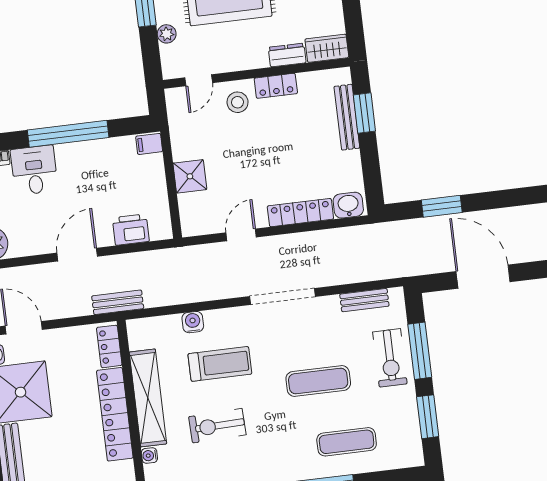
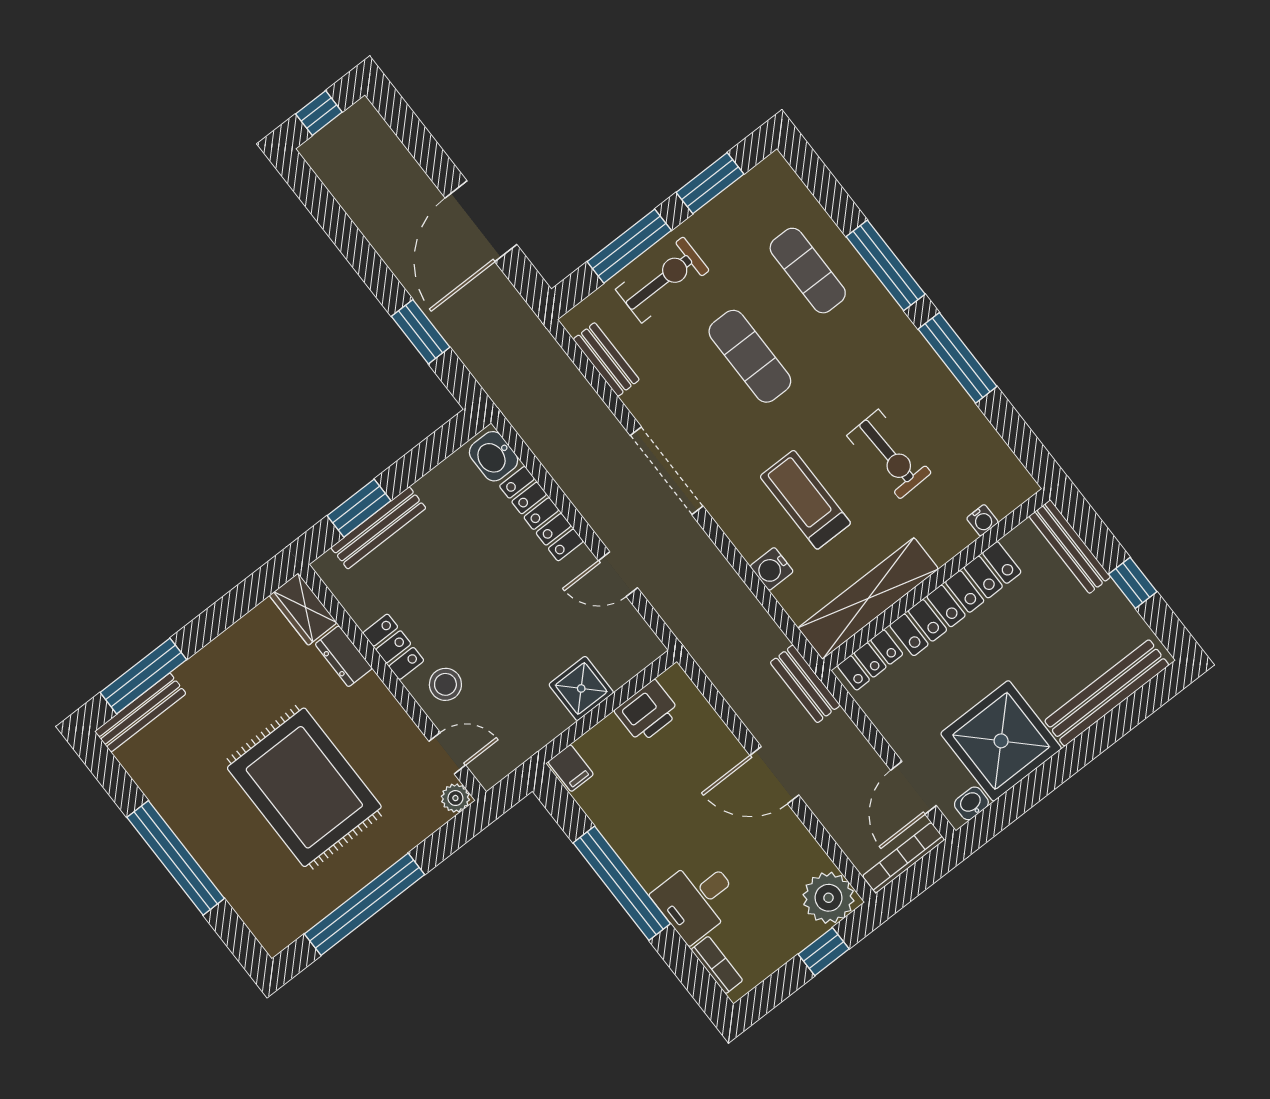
plant: (167, 34) -> (455, 798), moved
printer: (131, 230) -> (647, 712), moved, turned -90
shelving: (148, 398) -> (868, 598), moved

